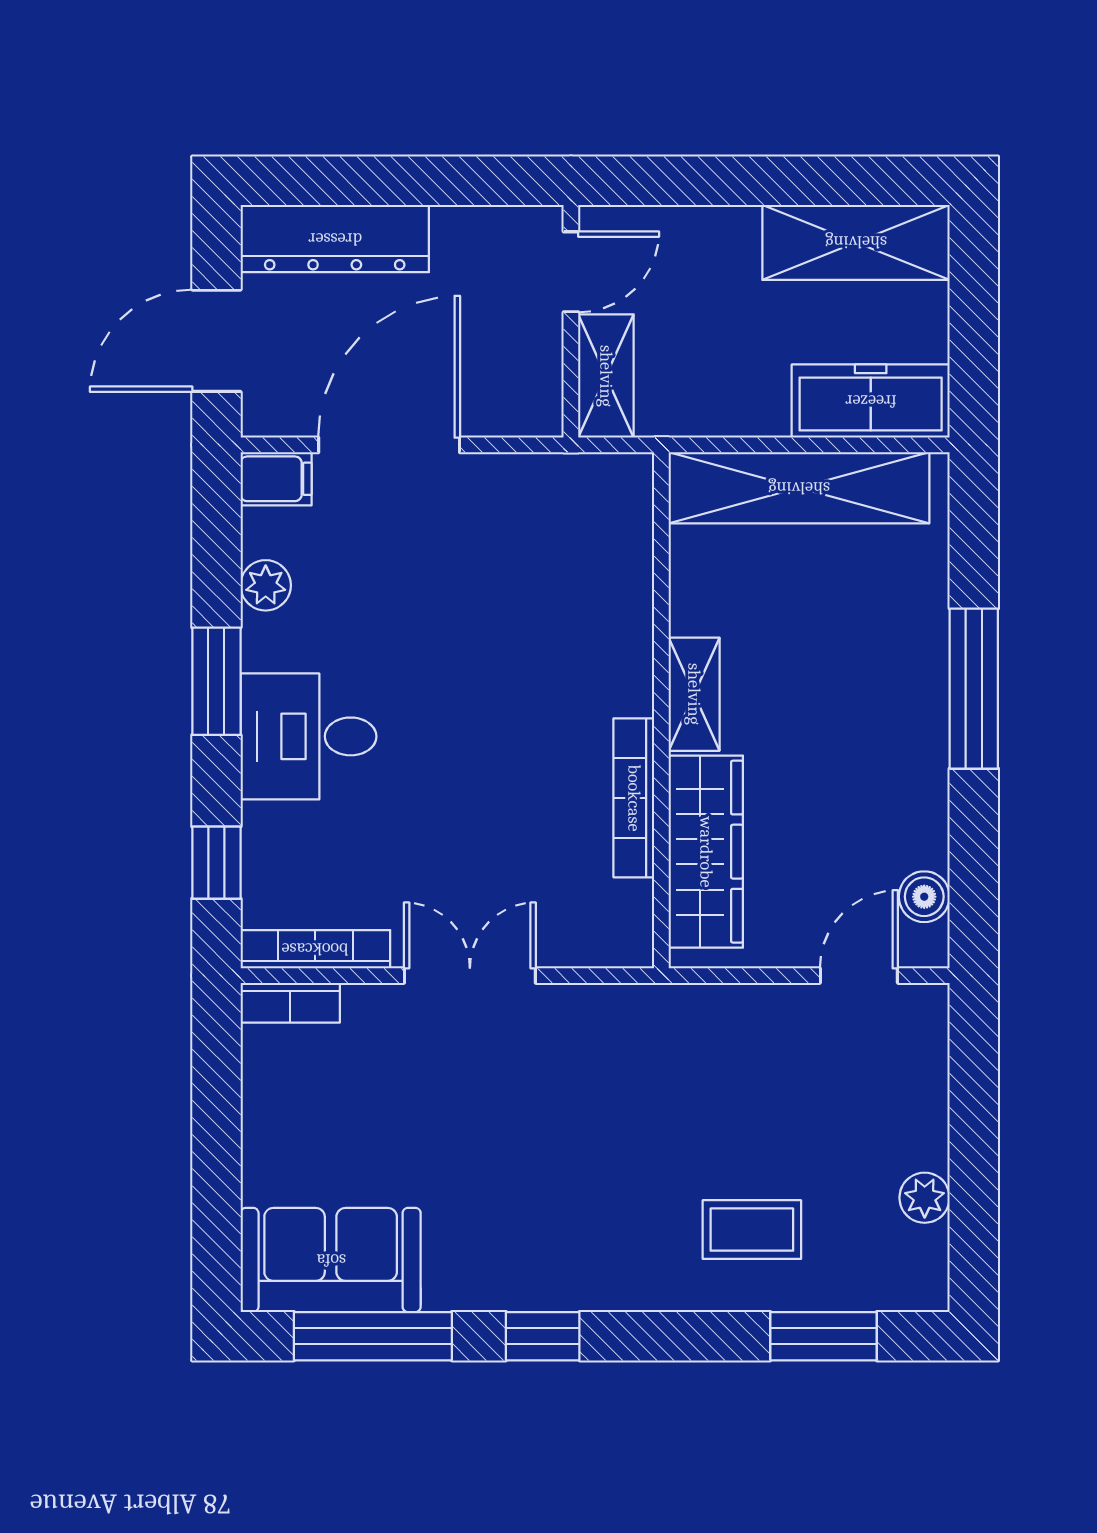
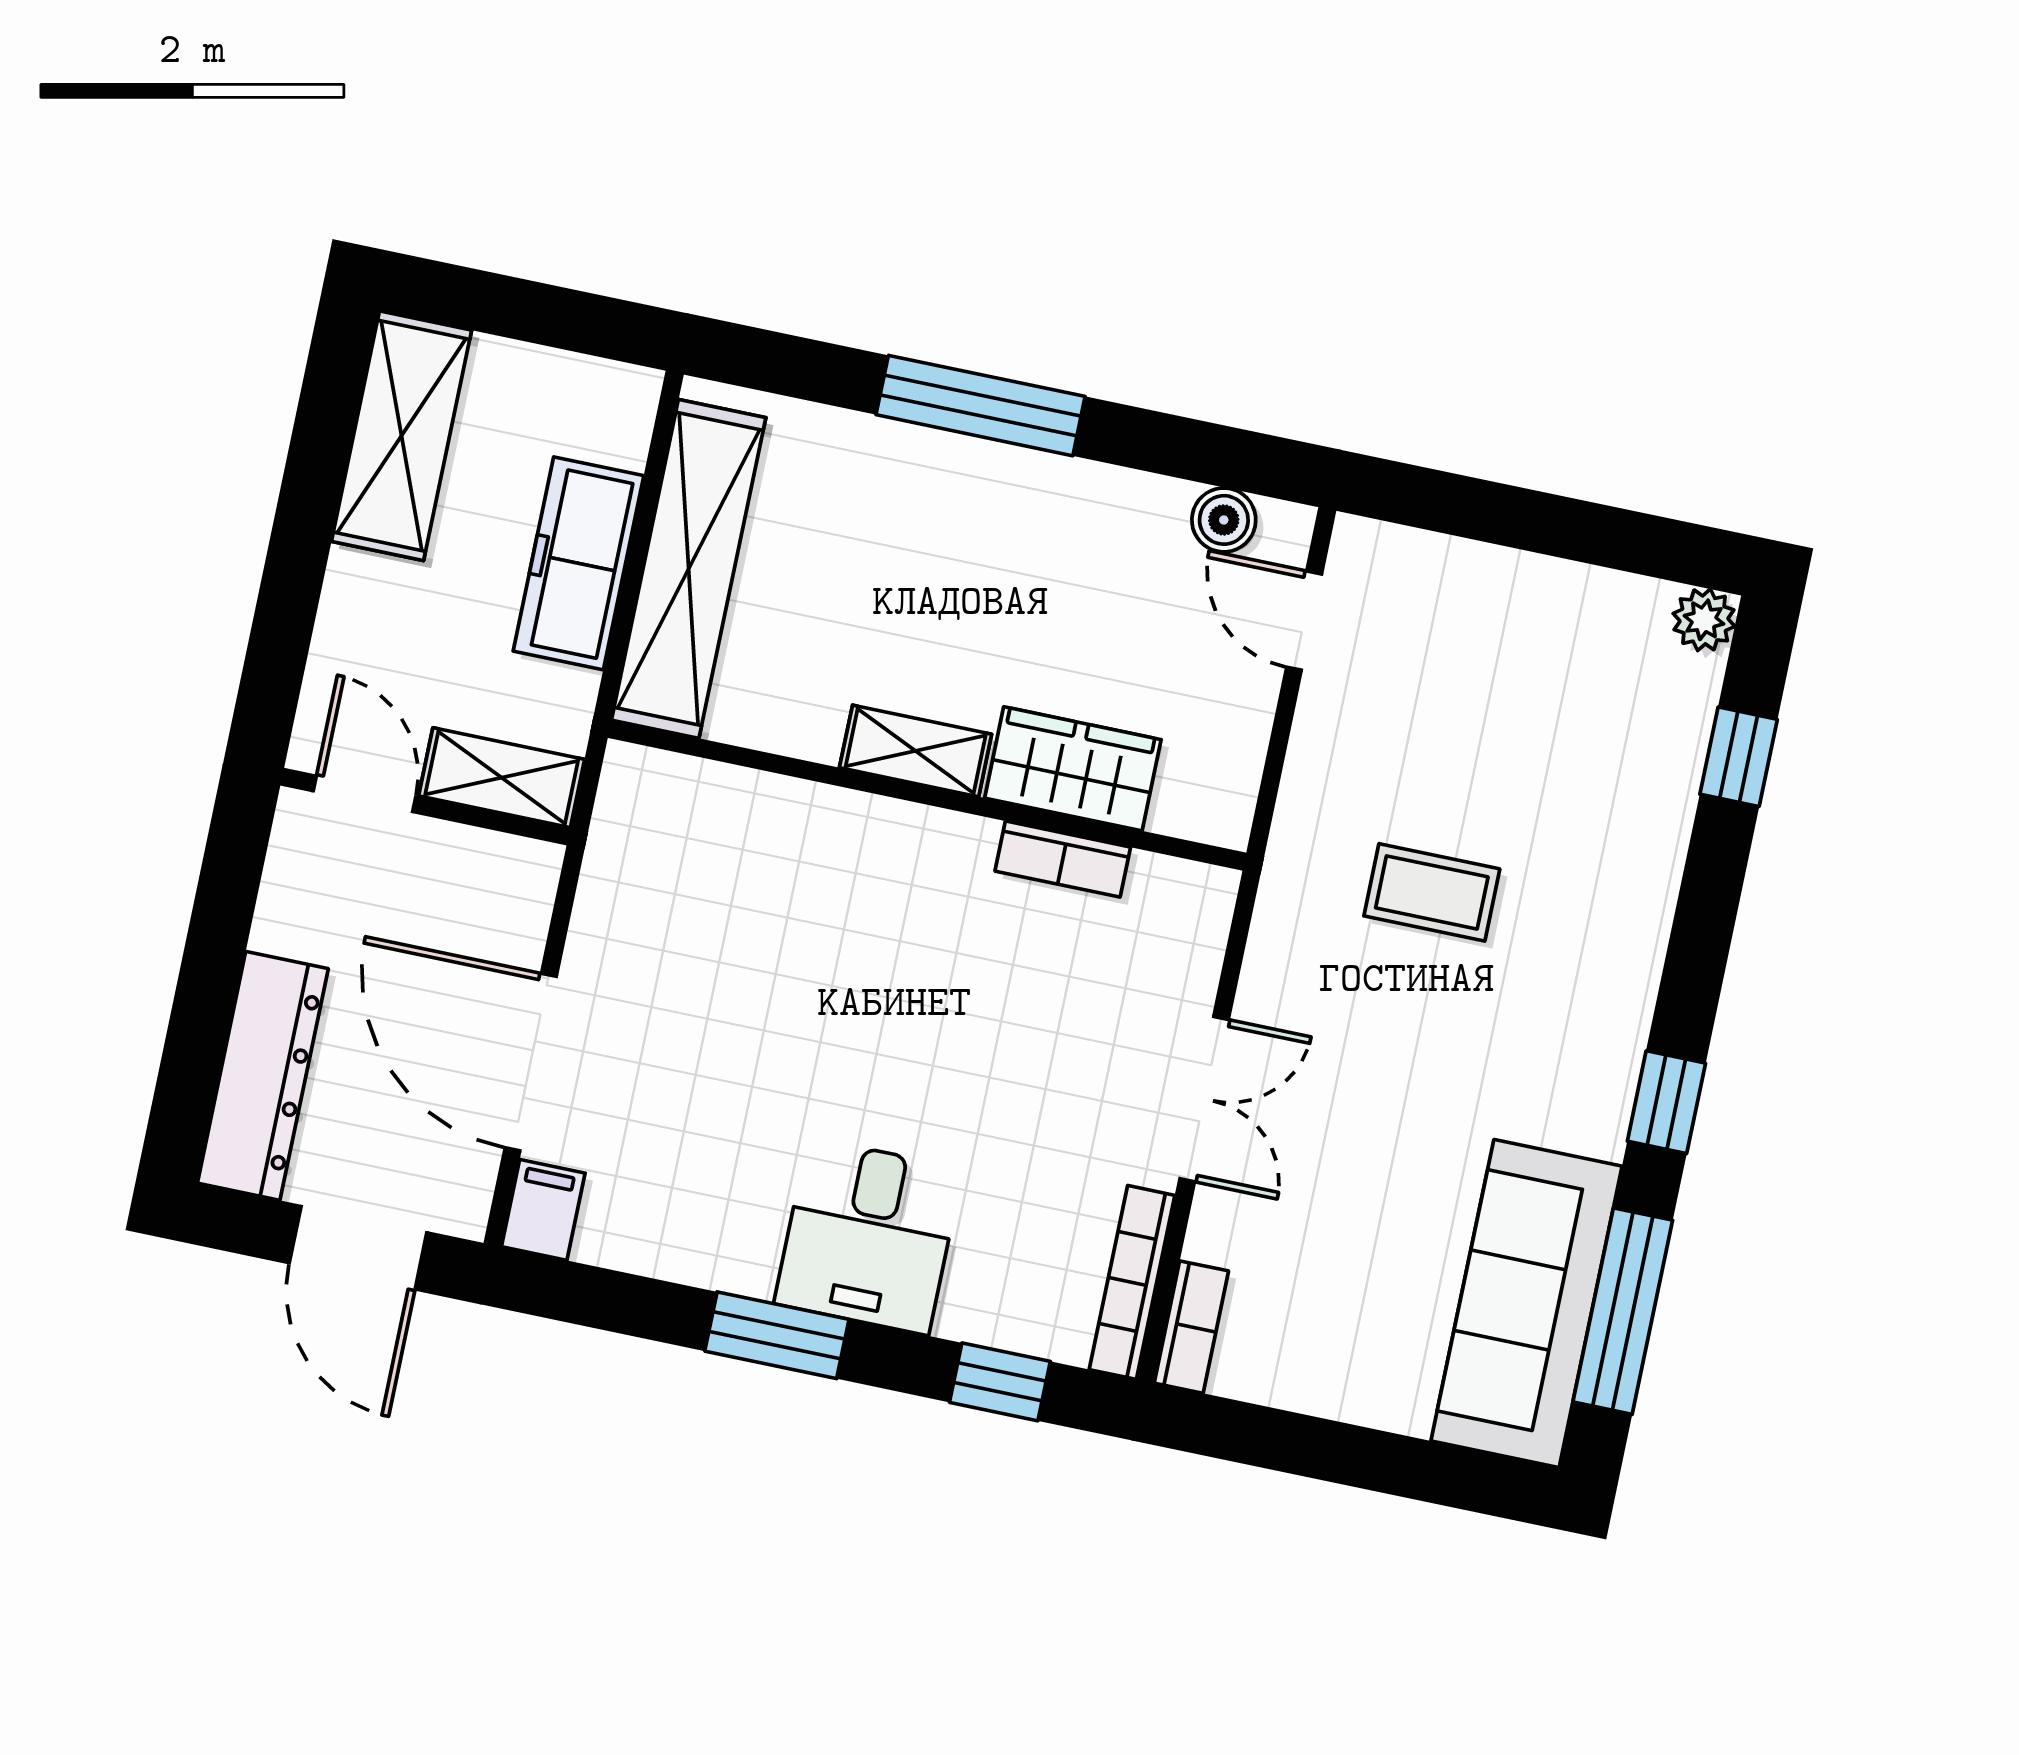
freezer: (871, 401) -> (578, 563), moved
plant: (266, 585) -> (672, 1250), removed
bookcase: (634, 798) -> (1063, 859), width x0.64
wardrobe: (706, 852) -> (1073, 769), width x0.67
double door: (470, 976) -> (1204, 1099), swing flipped
plant: (925, 1198) -> (1704, 620), moved
coffee table: (752, 1230) -> (1432, 892), moved, turned 90
sofa: (331, 1260) -> (1527, 1304), width x1.36
window: (824, 1336) -> (1739, 757), width x0.67

